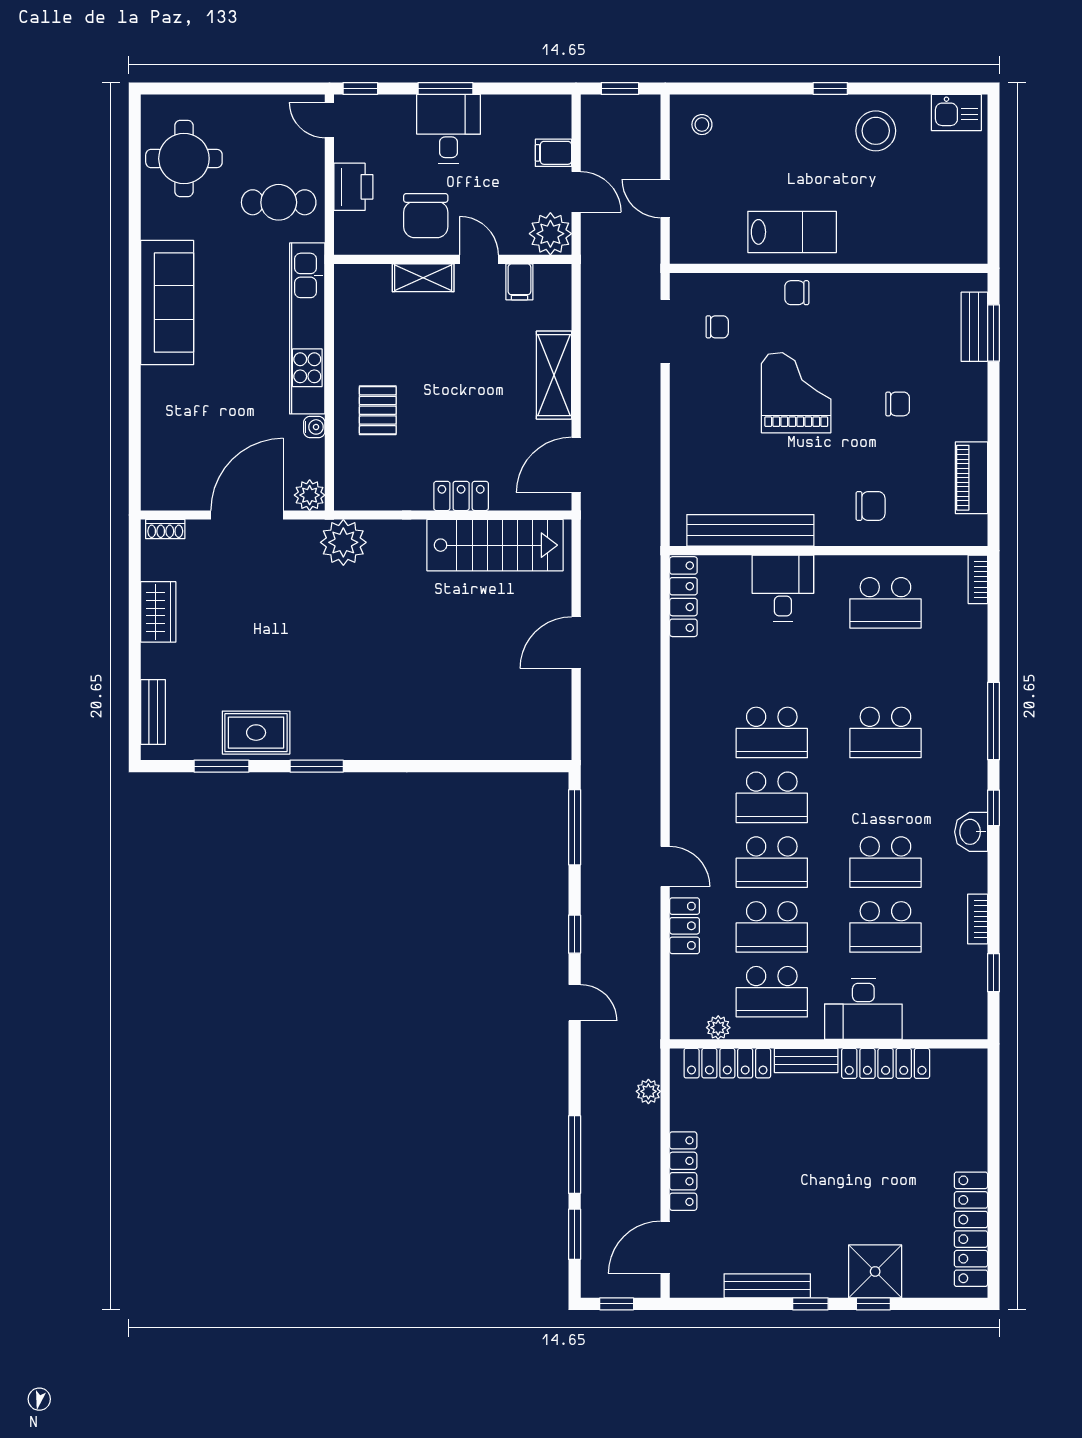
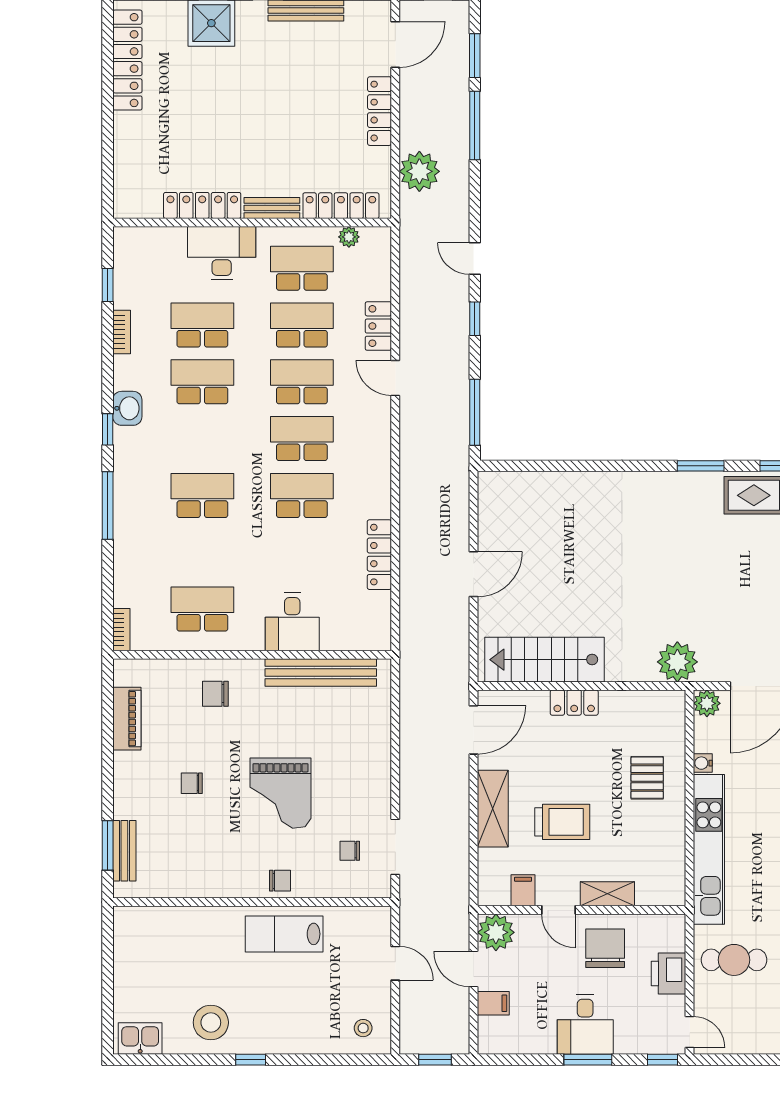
trolley: (475, 360) -> (562, 822), added
locker: (683, 597) -> (379, 555), moved
plant: (648, 1091) -> (419, 171), width x1.88, depth x1.88

